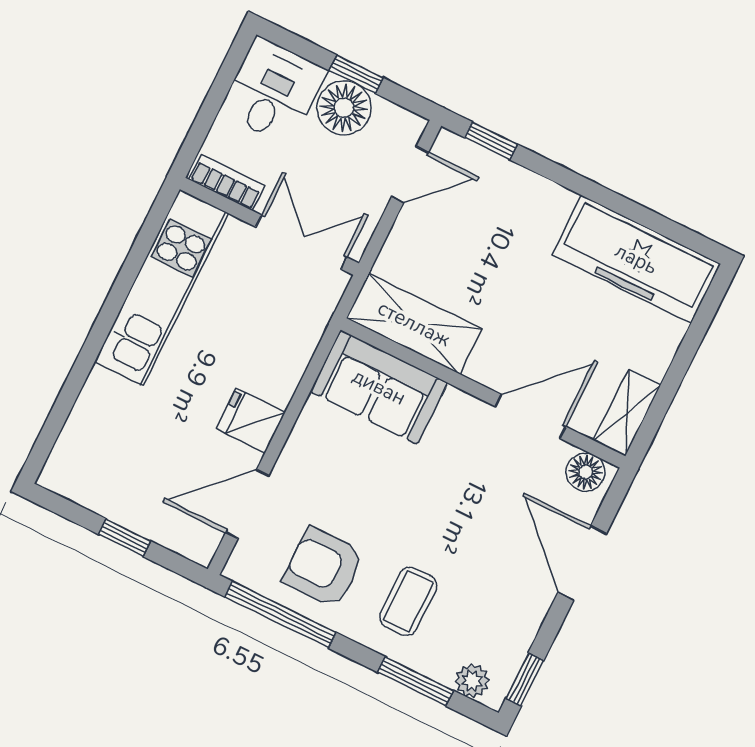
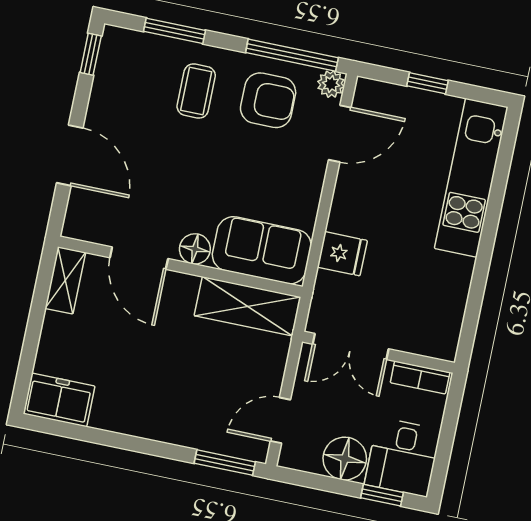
window: (356, 74) -> (382, 495), moved
window: (491, 141) -> (225, 463), width x1.50
freezer: (636, 259) -> (59, 400), width x0.52, depth x0.79
kitchen unit: (161, 288) -> (471, 178), moved
door: (531, 416) -> (139, 258), hinge flipped
fridge: (251, 421) -> (342, 254), moved
floor lamp: (586, 472) -> (195, 249), moved
plant: (472, 681) -> (331, 84), moved

